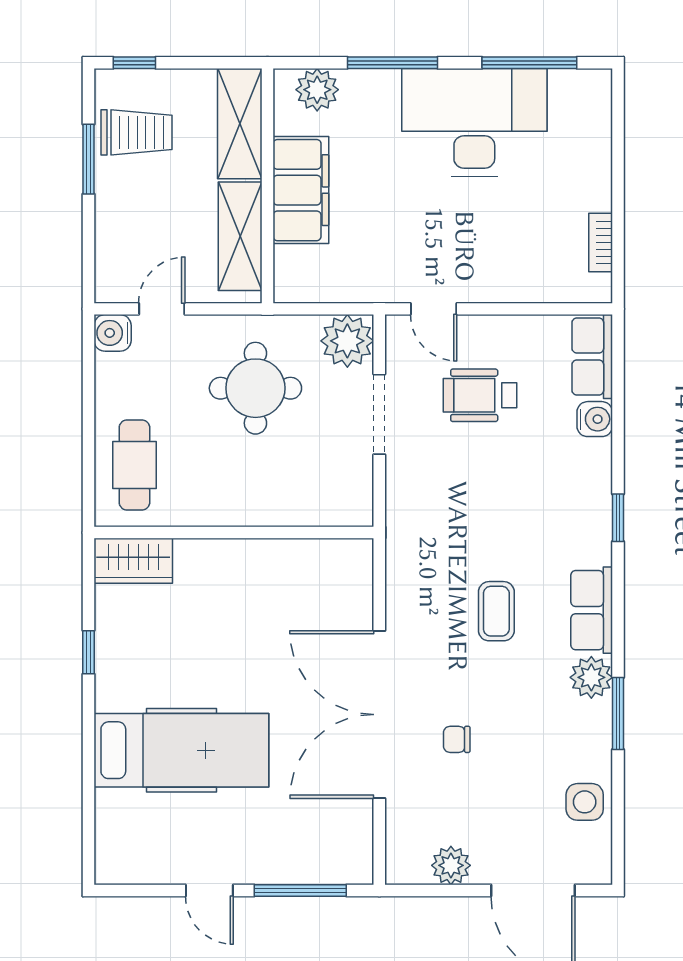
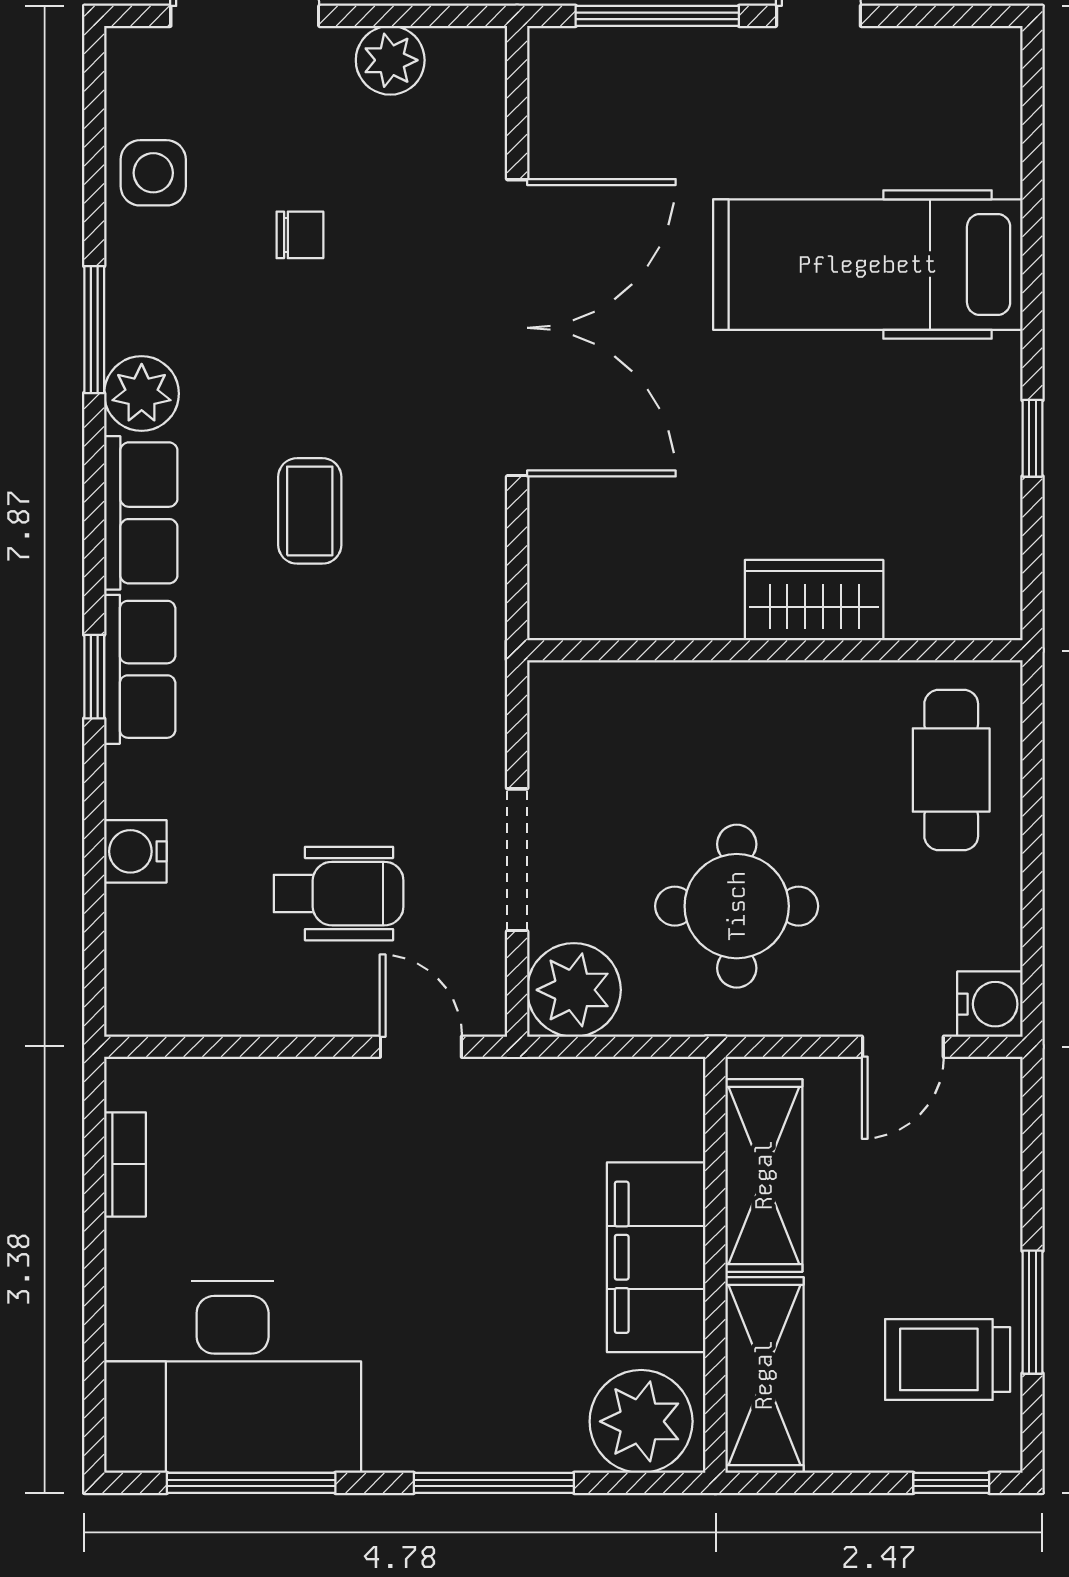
plant: (317, 90) -> (641, 1421), width x1.36, depth x1.36
desk: (474, 123) -> (233, 1377), moved
row of seats: (592, 356) -> (140, 669), moved
wardrobe: (133, 561) -> (814, 600), moved
chair: (457, 739) -> (300, 235), moved

